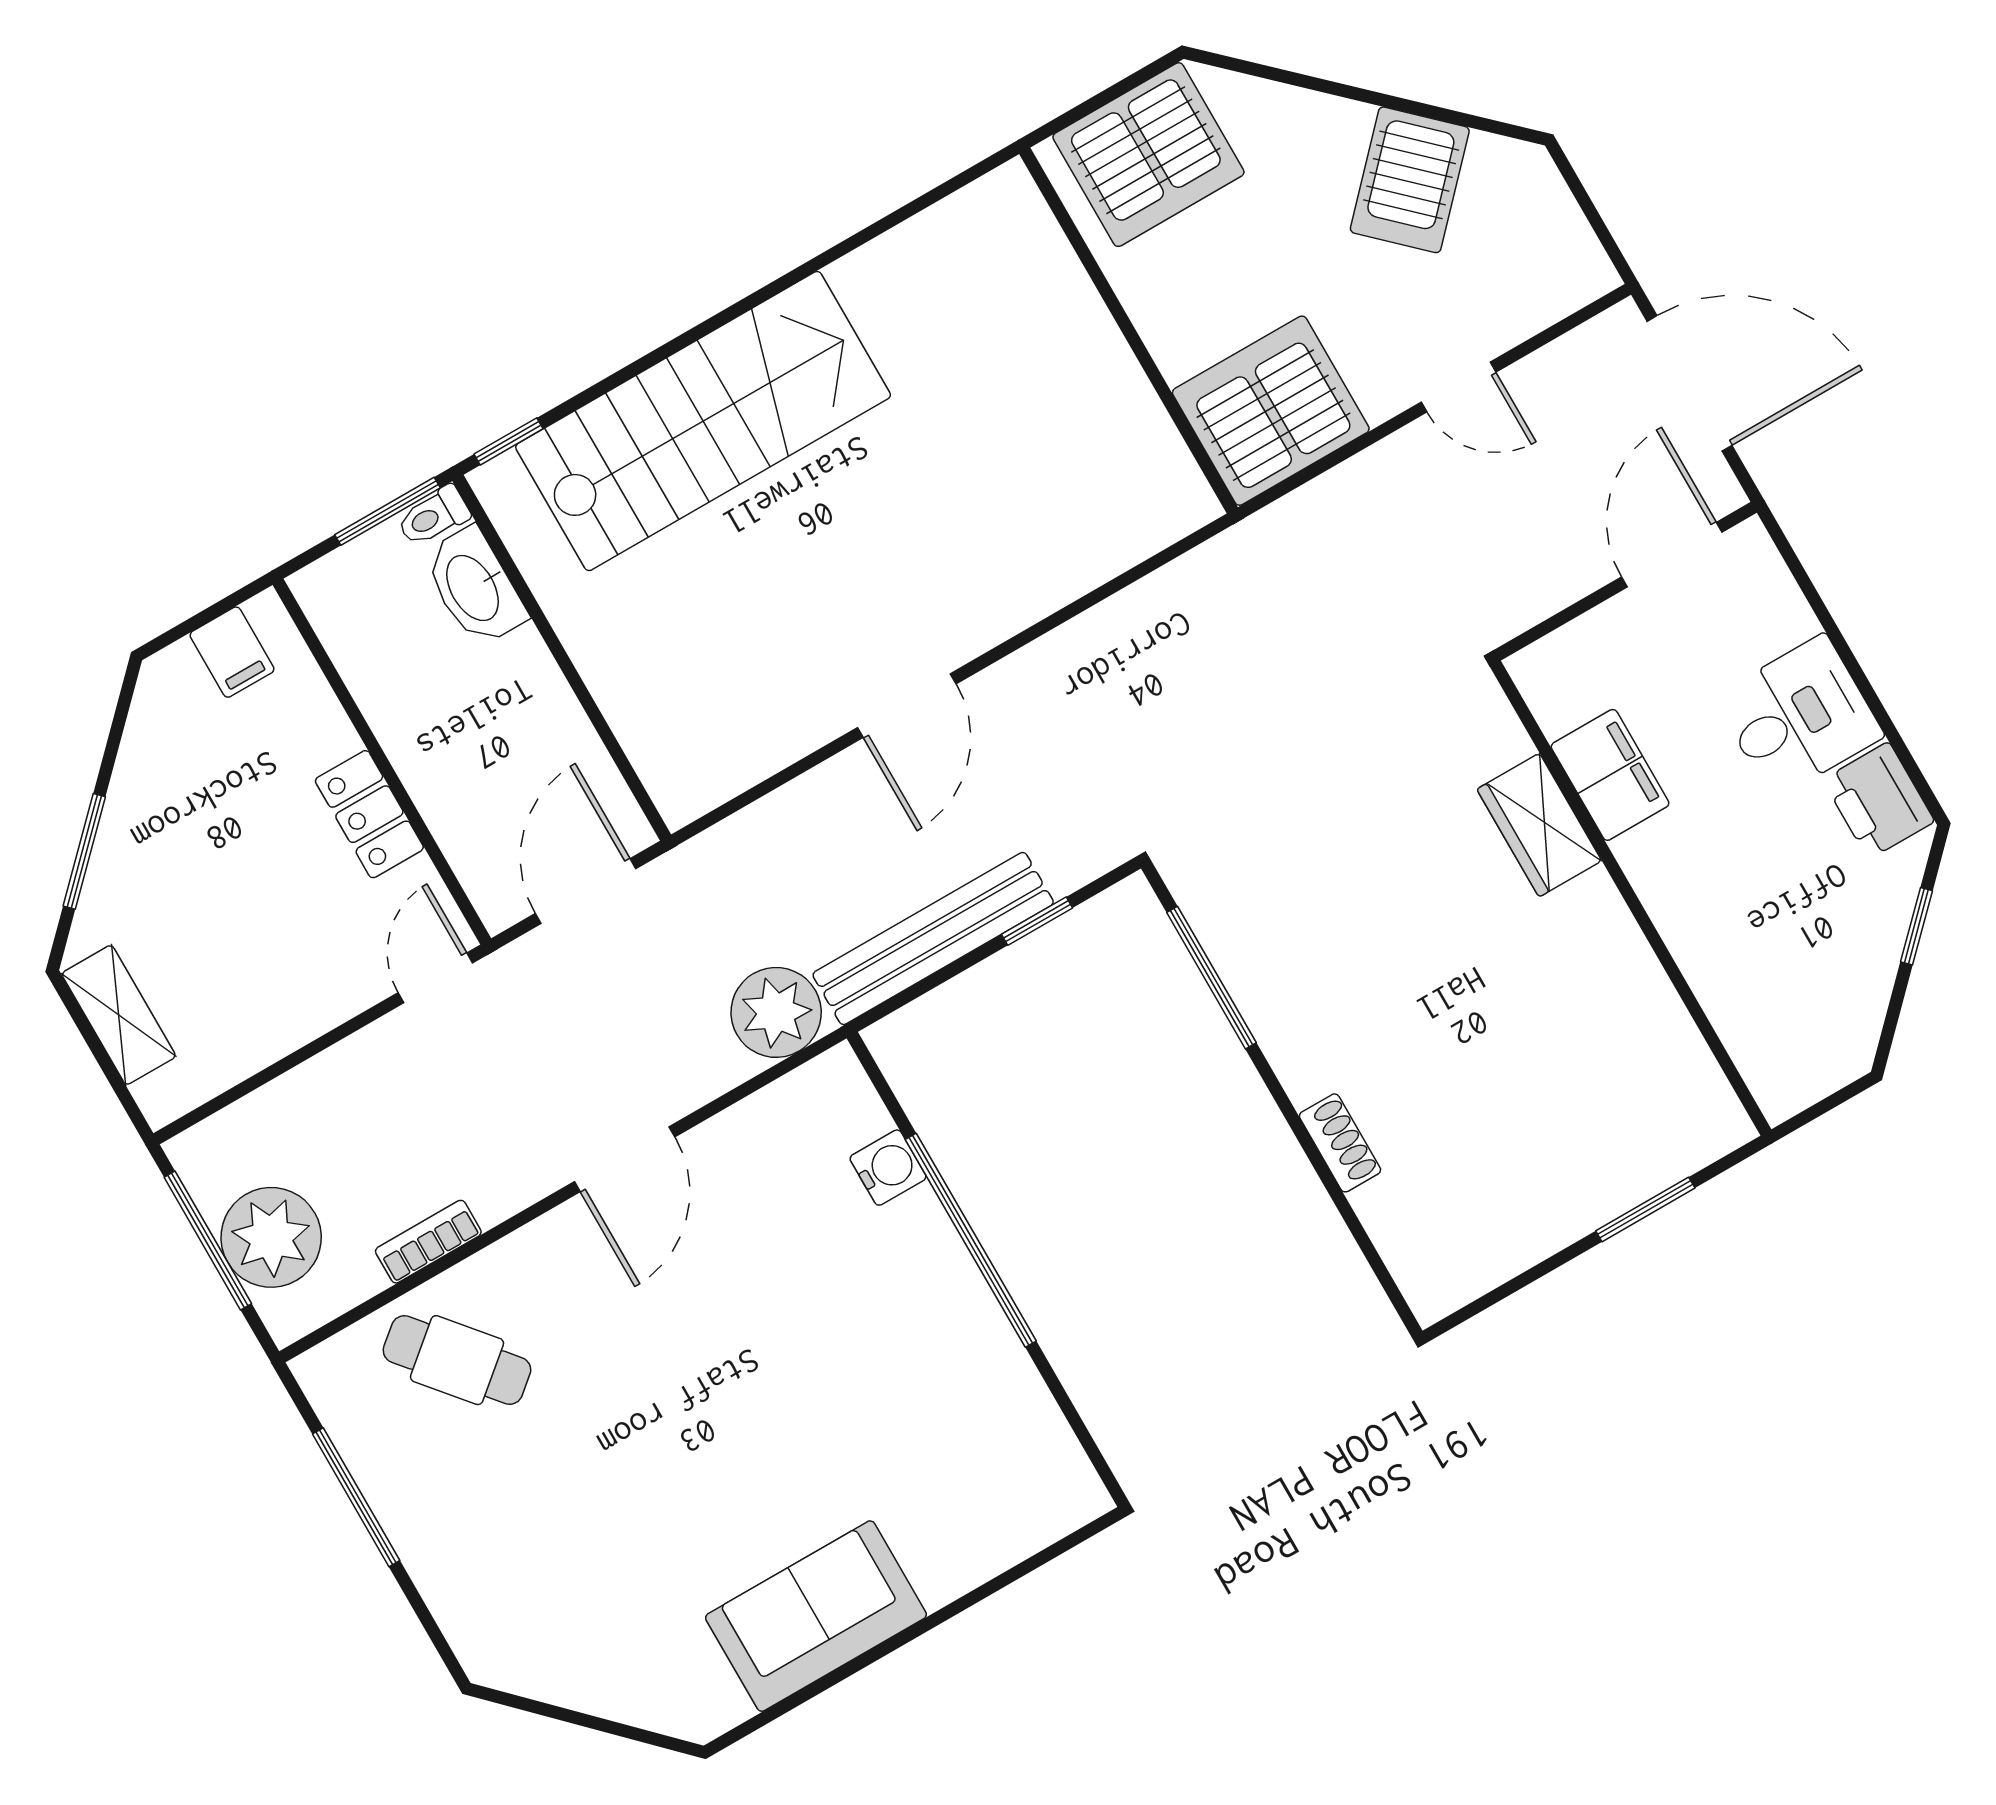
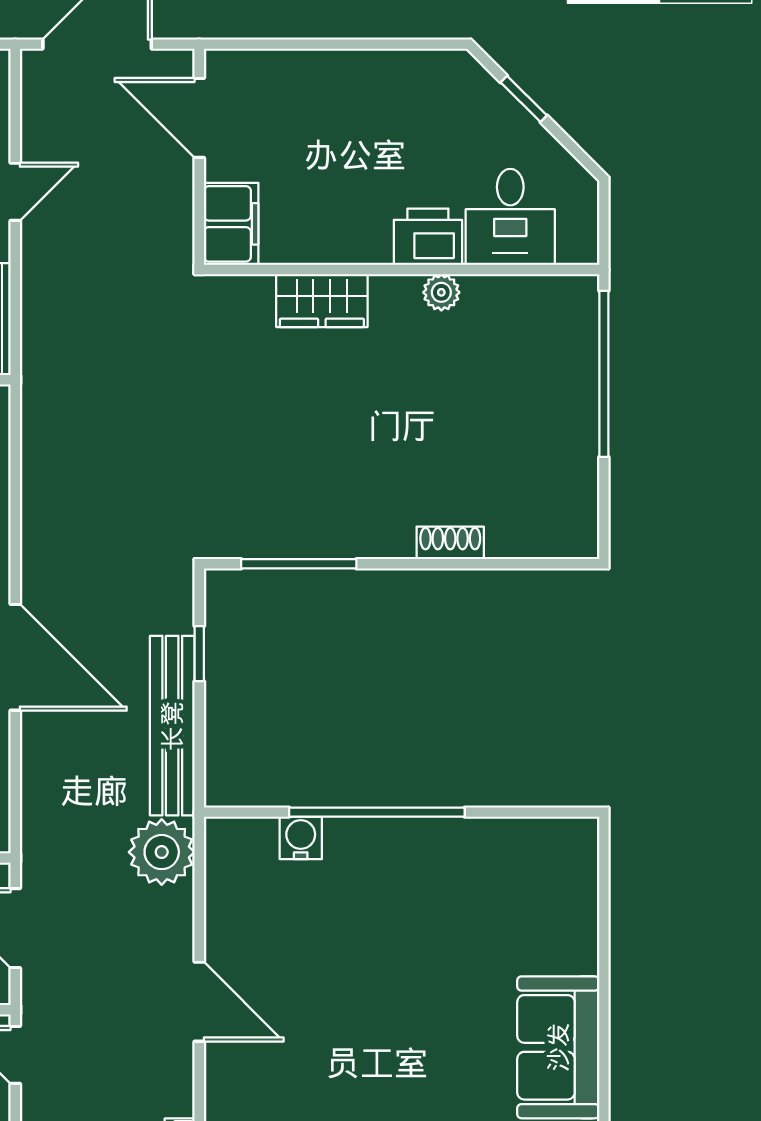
door: (907, 706) -> (15, 657), width x1.36
desk: (1799, 717) -> (510, 217), moved, turned 180
filing cabinet: (1610, 775) -> (231, 224), moved, turned 90
printer: (1879, 801) -> (428, 237), moved, turned 180
plant: (1631, 961) -> (441, 292), added
window: (1645, 1209) -> (604, 374), width x2.11

